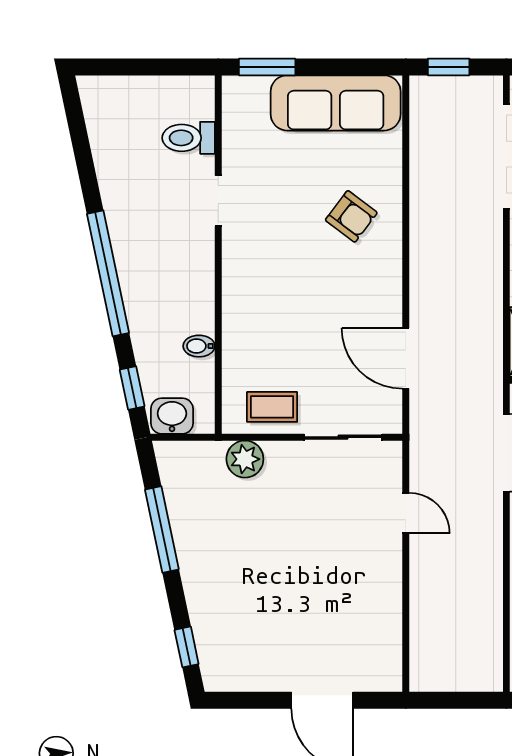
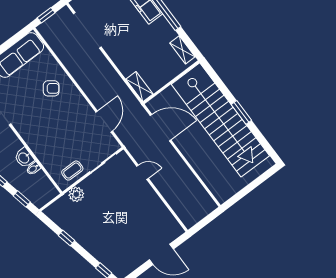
door: (406, 358) -> (104, 121), swing flipped
washbasin: (172, 416) -> (24, 158), moved, turned -90
window: (162, 530) -> (66, 238), width x0.46

